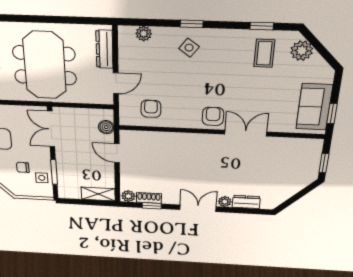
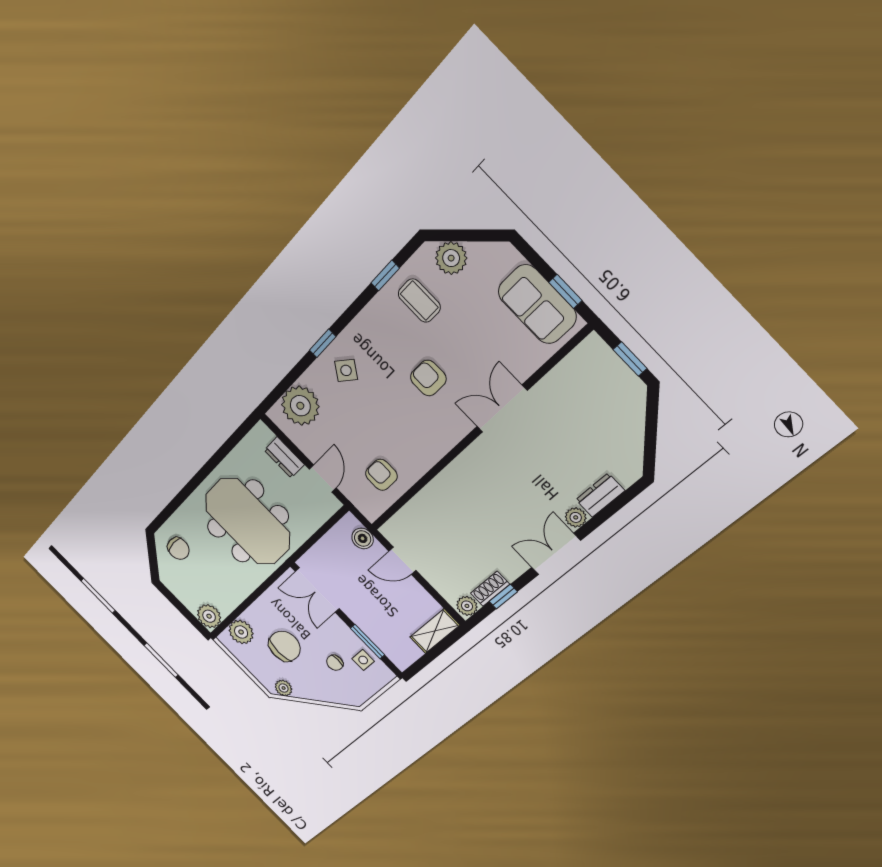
plant: (144, 34) -> (300, 406), width x1.87, depth x1.87
dresser: (104, 49) -> (284, 457), width x0.70
armchair: (213, 116) -> (428, 378), moved

